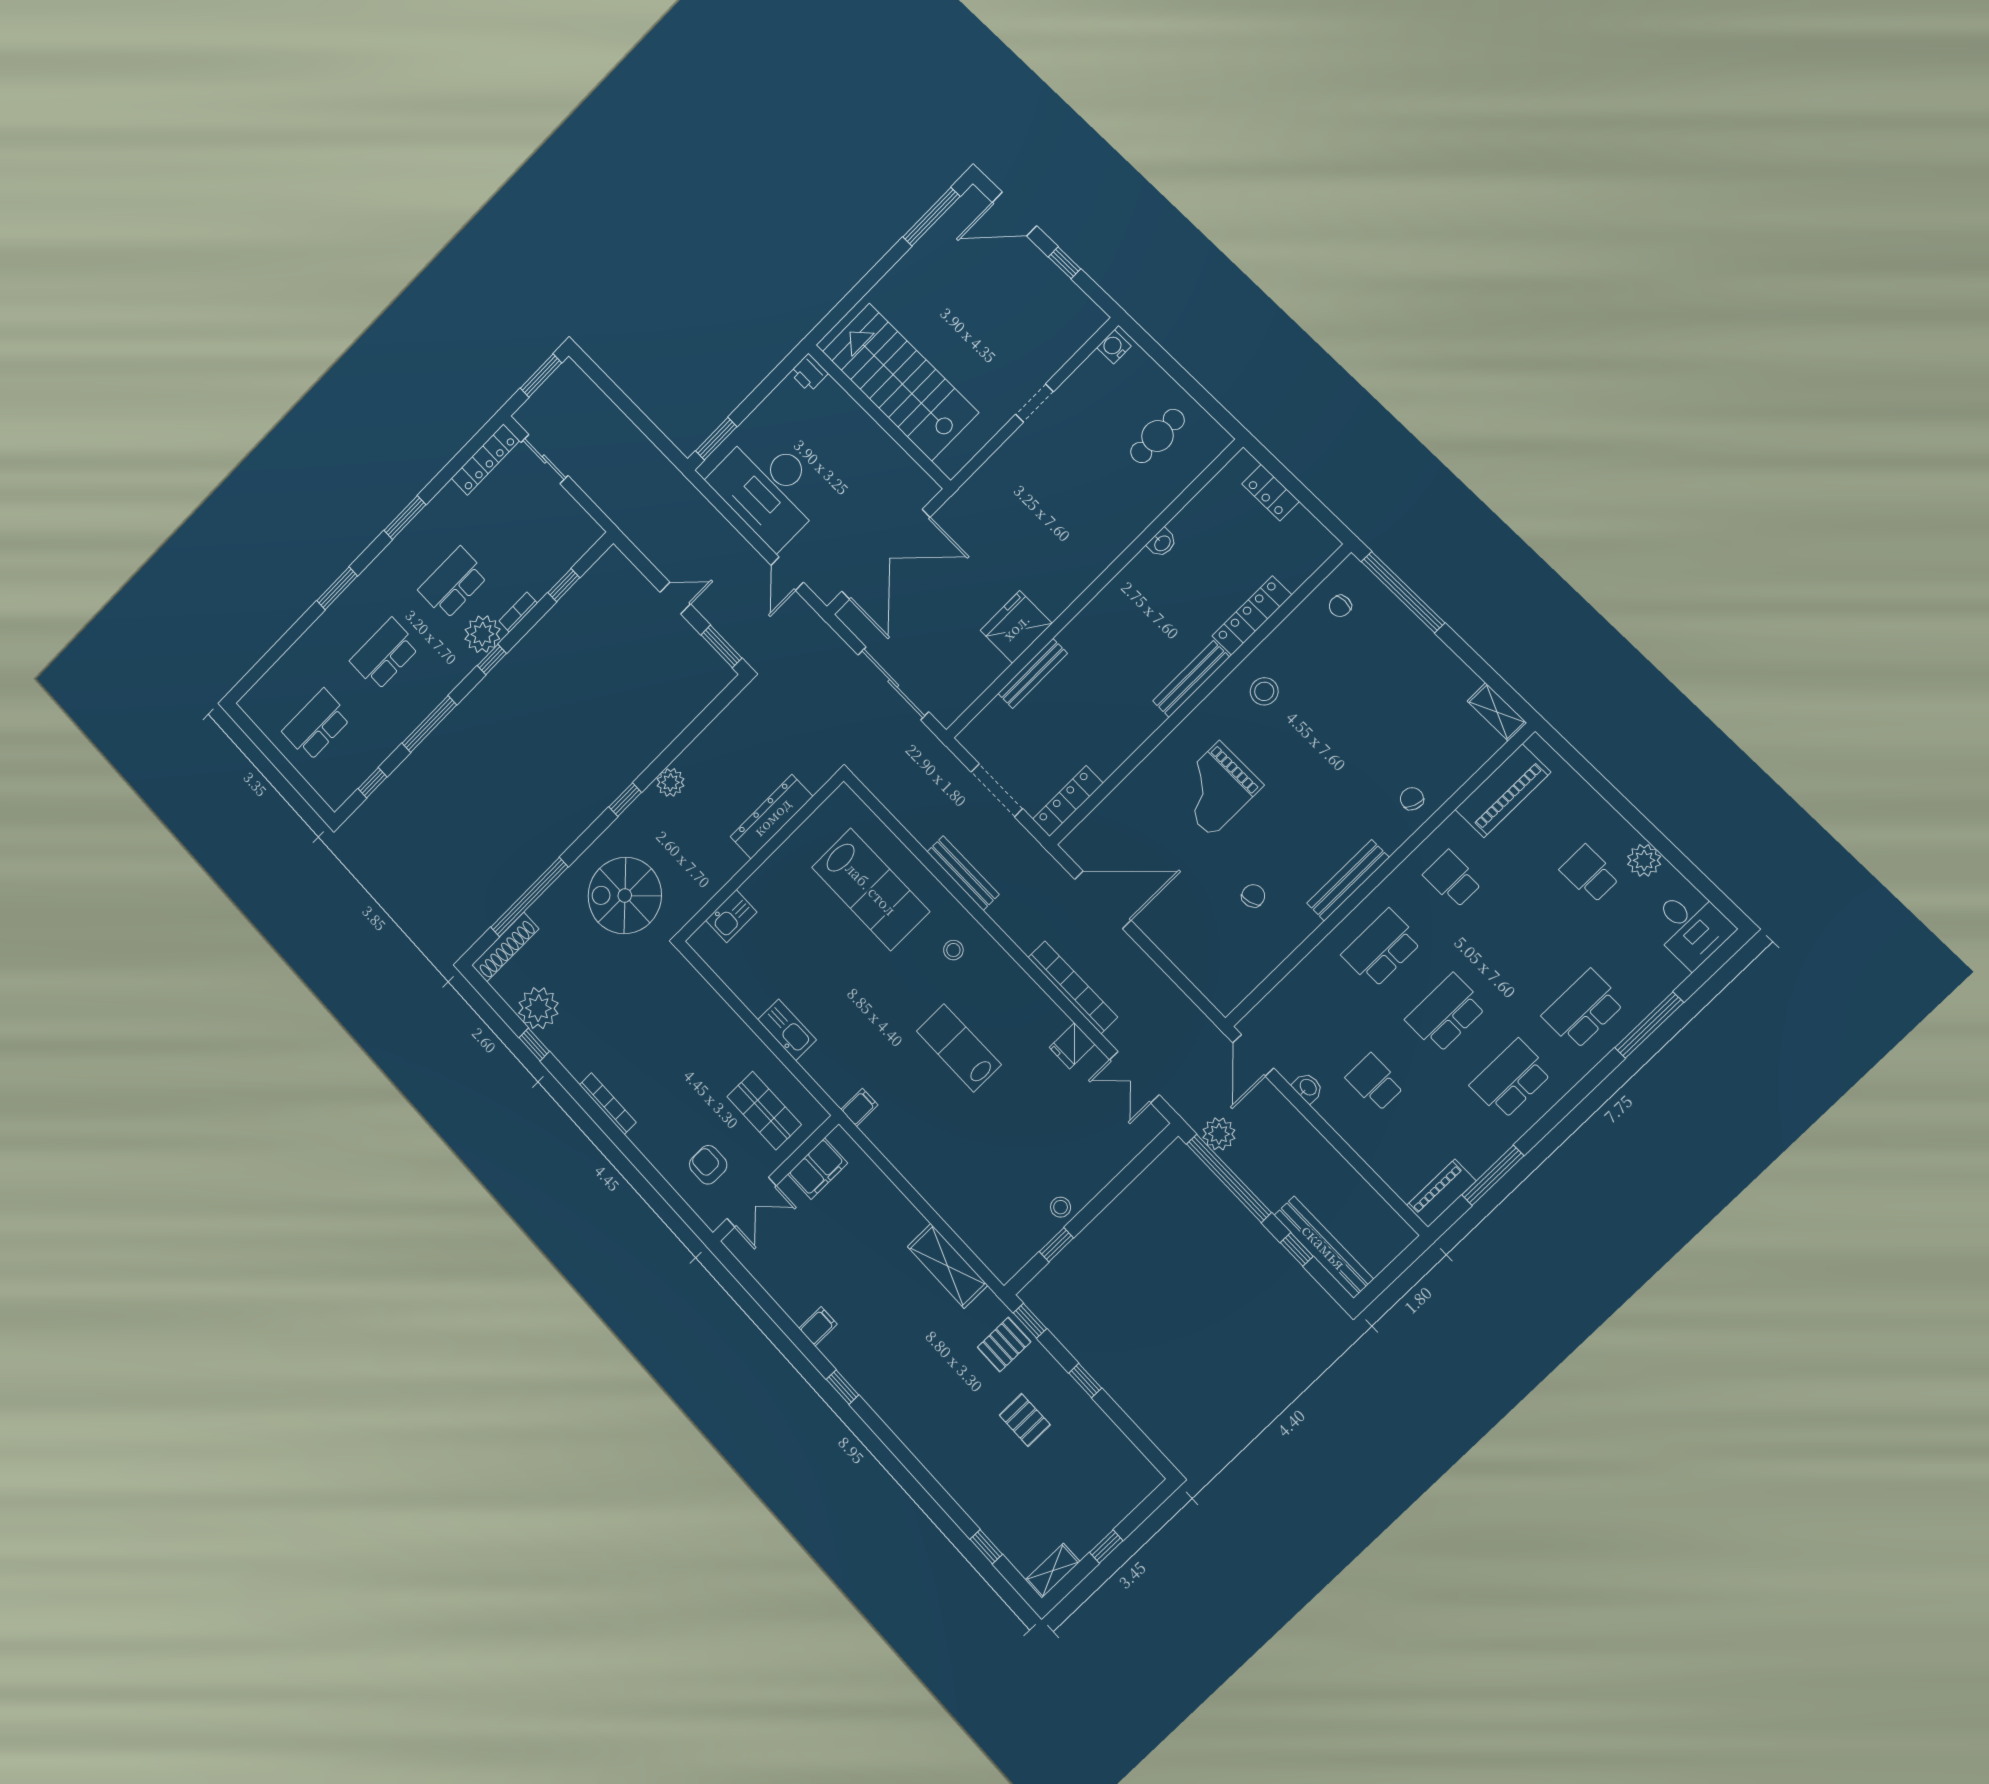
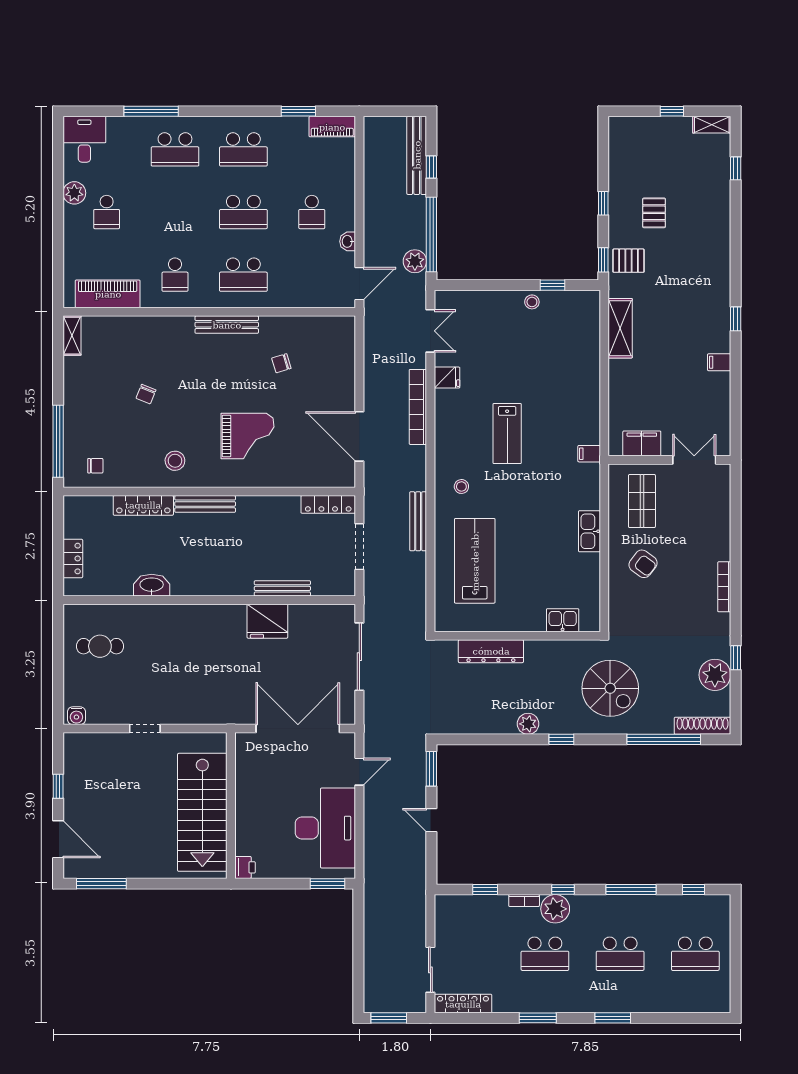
washbasin: (1162, 543) -> (152, 585), width x1.91, depth x1.45
chair: (1412, 799) -> (146, 394), moved
armchair: (708, 1165) -> (643, 564), moved, turned -53
window: (1493, 1175) -> (298, 111), width x0.69

